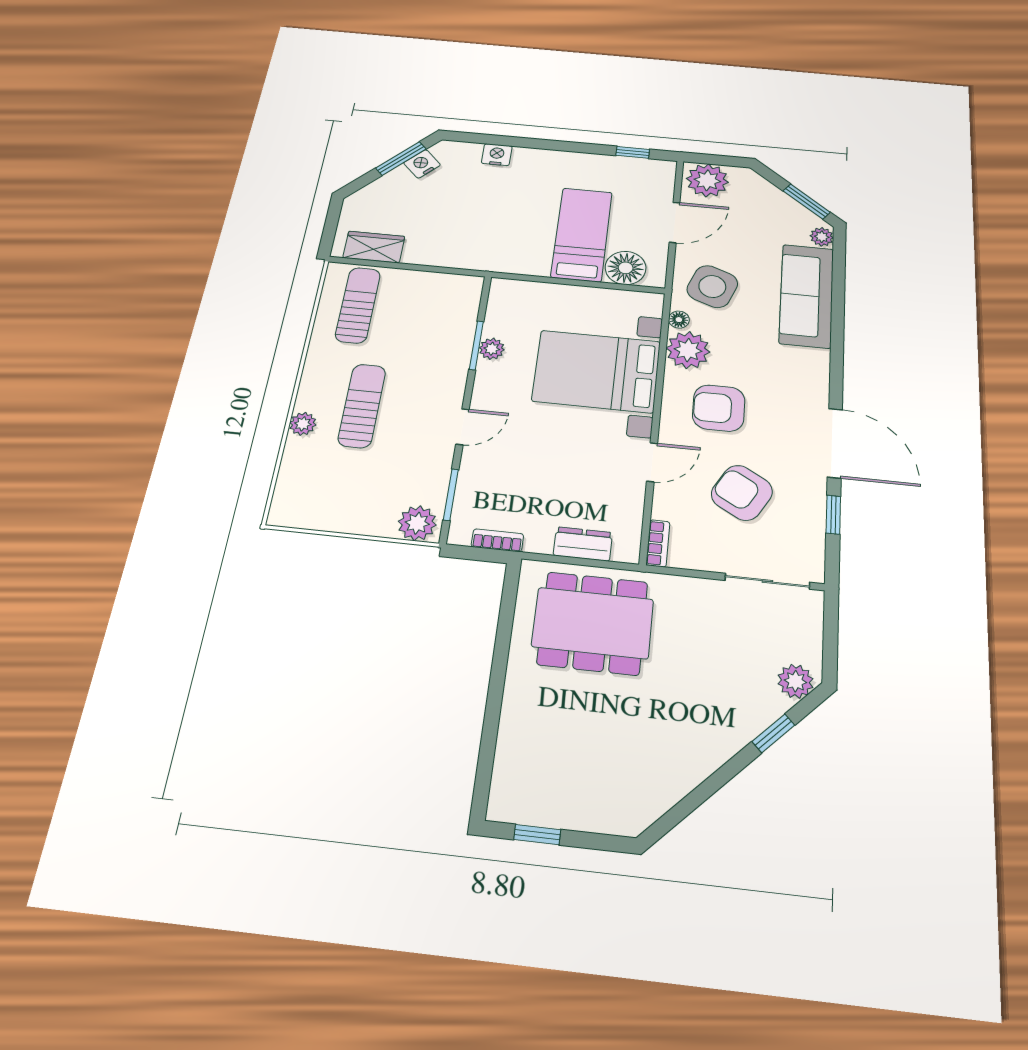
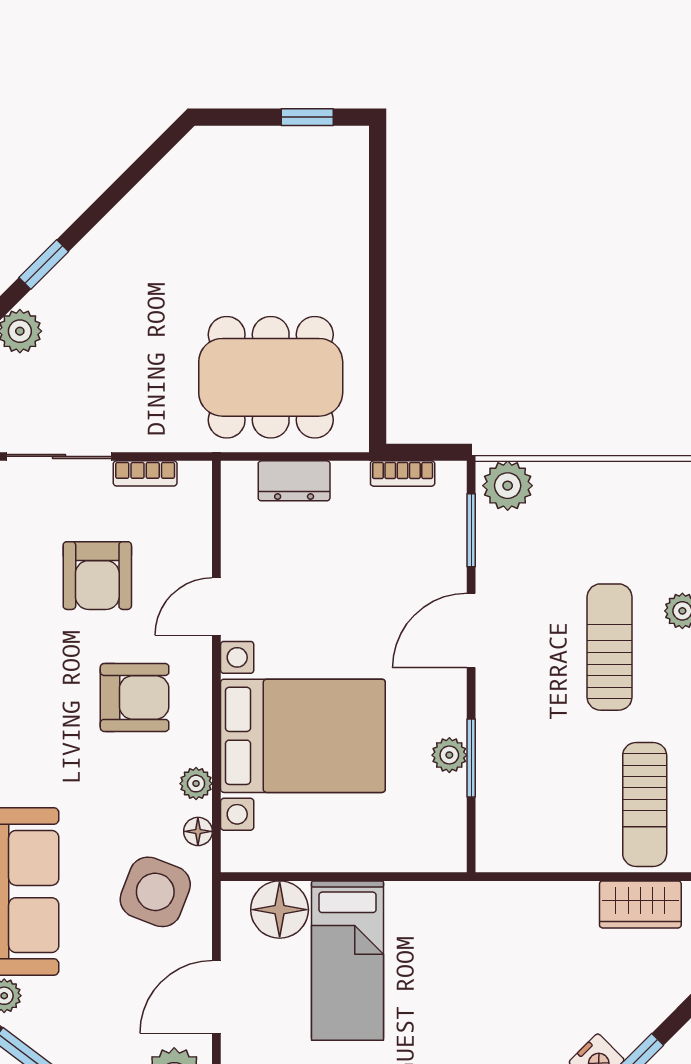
plant: (688, 350) -> (196, 784), width x0.53, depth x0.53
sun lounger: (362, 406) -> (610, 647), turned 180
door: (462, 427) -> (471, 631), width x1.38
armchair: (742, 493) -> (97, 576), turned 60
bookcase: (658, 543) -> (145, 473), moved, turned -90

